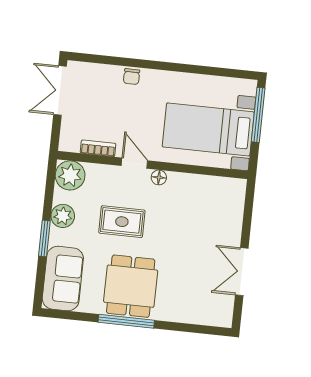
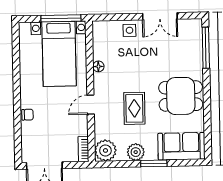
window: (258, 115) -> (61, 18), moved
bookcase: (98, 148) -> (83, 149), moved
floor lamp: (159, 177) -> (98, 66), moved
side table: (228, 228) -> (129, 30), added
window: (126, 321) -> (206, 48), moved

